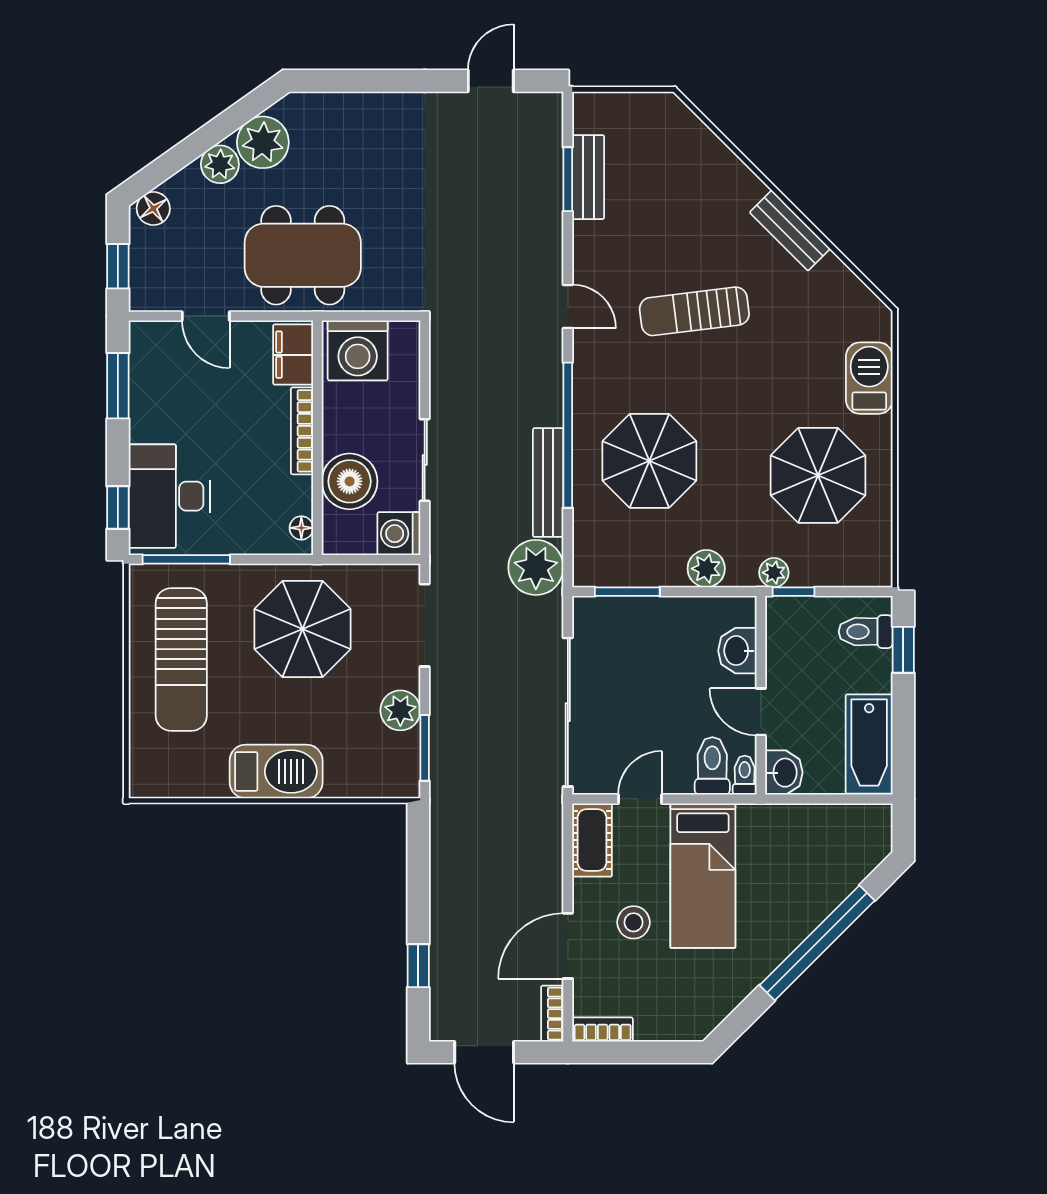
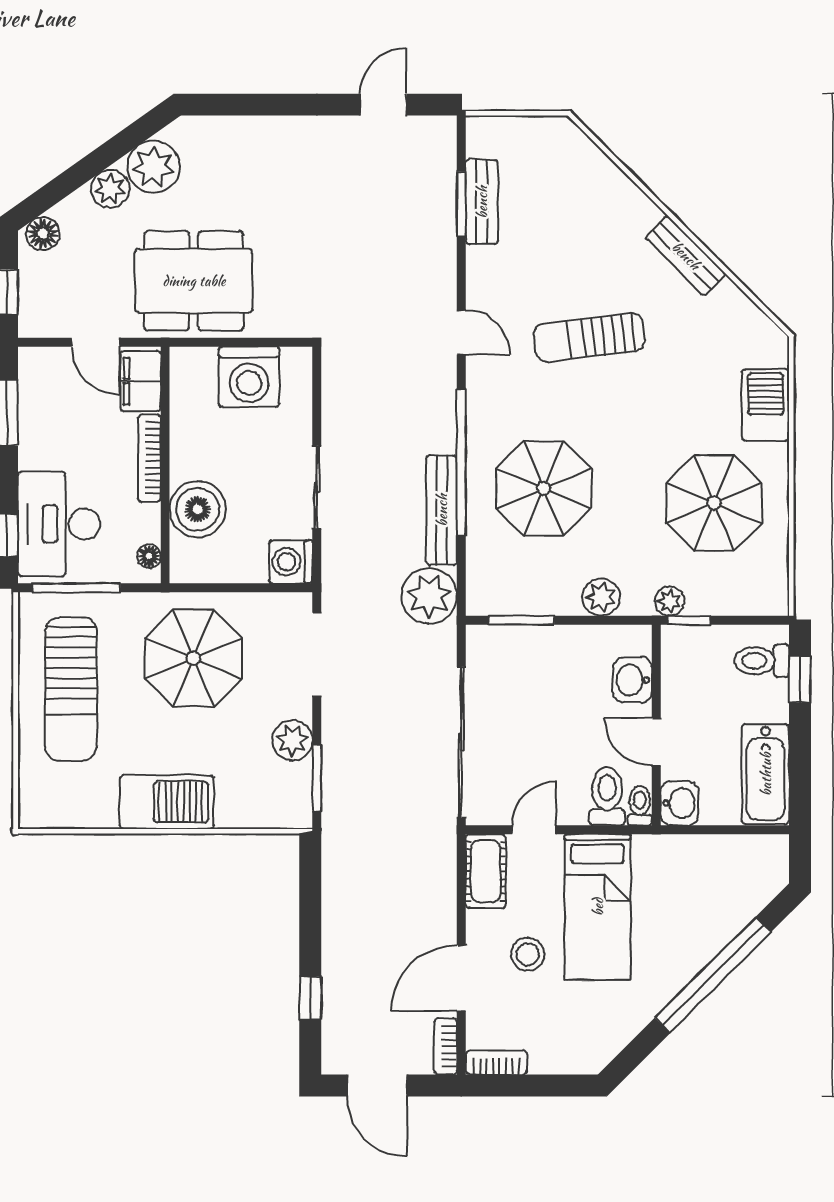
filing cabinet: (293, 355) -> (141, 381), moved
bookcase: (302, 431) -> (150, 458), moved
wall: (317, 438) -> (165, 465), moved
boiler: (350, 481) -> (198, 509), moved
floor lamp: (301, 528) -> (149, 556), moved

